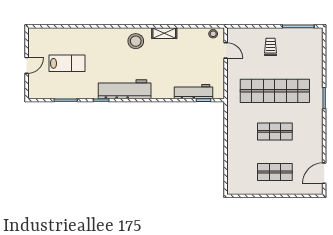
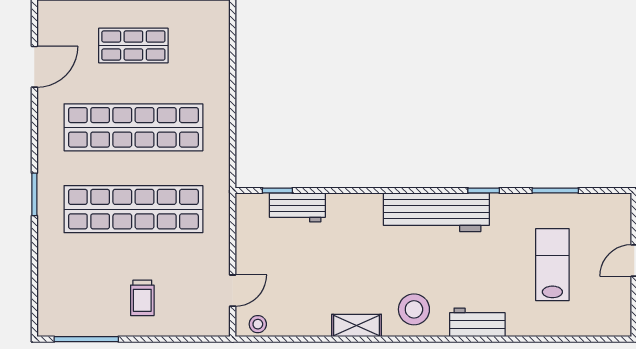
workbench: (104, 35) -> (477, 322), added
door: (226, 50) -> (233, 291), swing flipped
lab bench: (67, 63) -> (552, 265), turned 90
workbench: (194, 92) -> (297, 207), width x0.73
shop shelf: (275, 131) -> (133, 127), width x2.00, depth x1.36
door: (324, 173) -> (34, 67), moved

